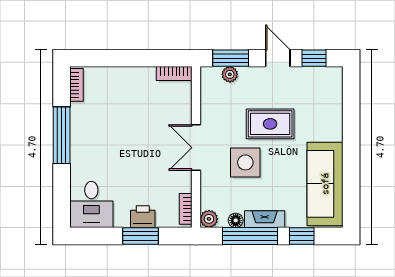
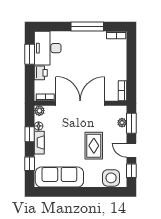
door: (278, 58) -> (131, 150), swing flipped
double door: (196, 148) -> (80, 103), width x1.87
side table: (245, 162) -> (111, 178), moved
desk: (91, 204) -> (48, 48), width x1.37
window: (141, 236) -> (30, 54), moved
window: (250, 236) -> (30, 134), width x0.46

